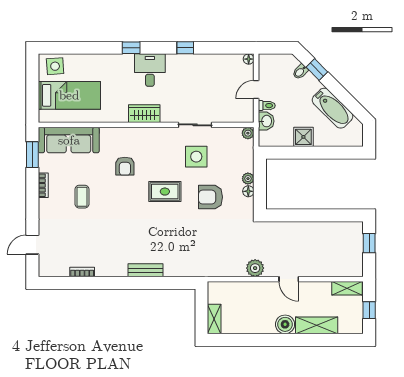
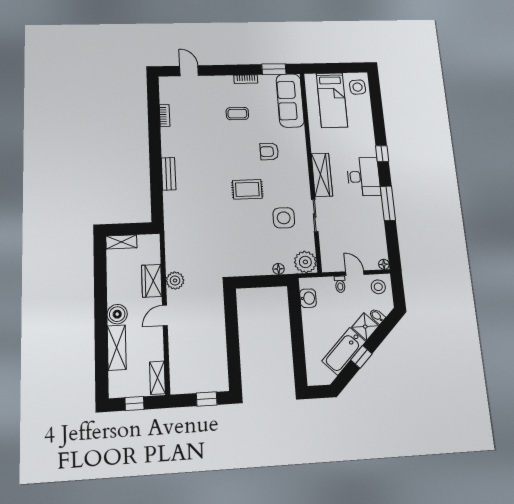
window: (185, 48) -> (388, 203), width x2.17
stool: (271, 67) -> (378, 287), added
window: (317, 69) -> (361, 357), moved
desk: (150, 70) -> (364, 177), width x1.37
wardrobe: (144, 114) -> (322, 175), width x1.50
washbasin: (266, 121) -> (308, 298), moved, turned -90
plant: (248, 133) -> (305, 262), width x1.87, depth x1.87
shower: (303, 137) -> (365, 327), moved, turned 45
plant: (248, 179) -> (266, 269), removed
floor lamp: (248, 191) -> (278, 269), moved
rug: (165, 192) -> (247, 189), turned 90
armchair: (210, 197) -> (245, 233), removed
wardrobe: (254, 291) -> (152, 281), added

